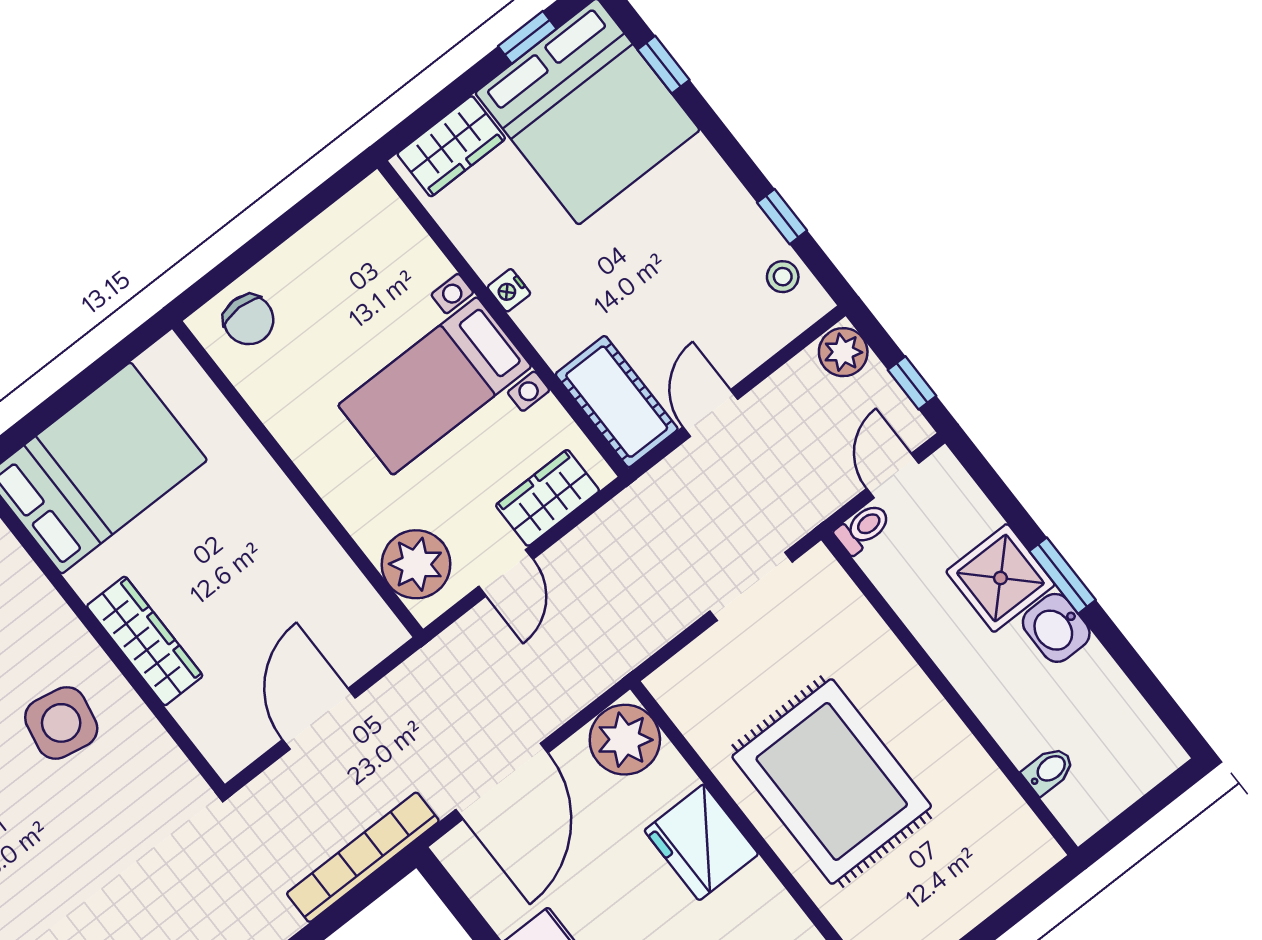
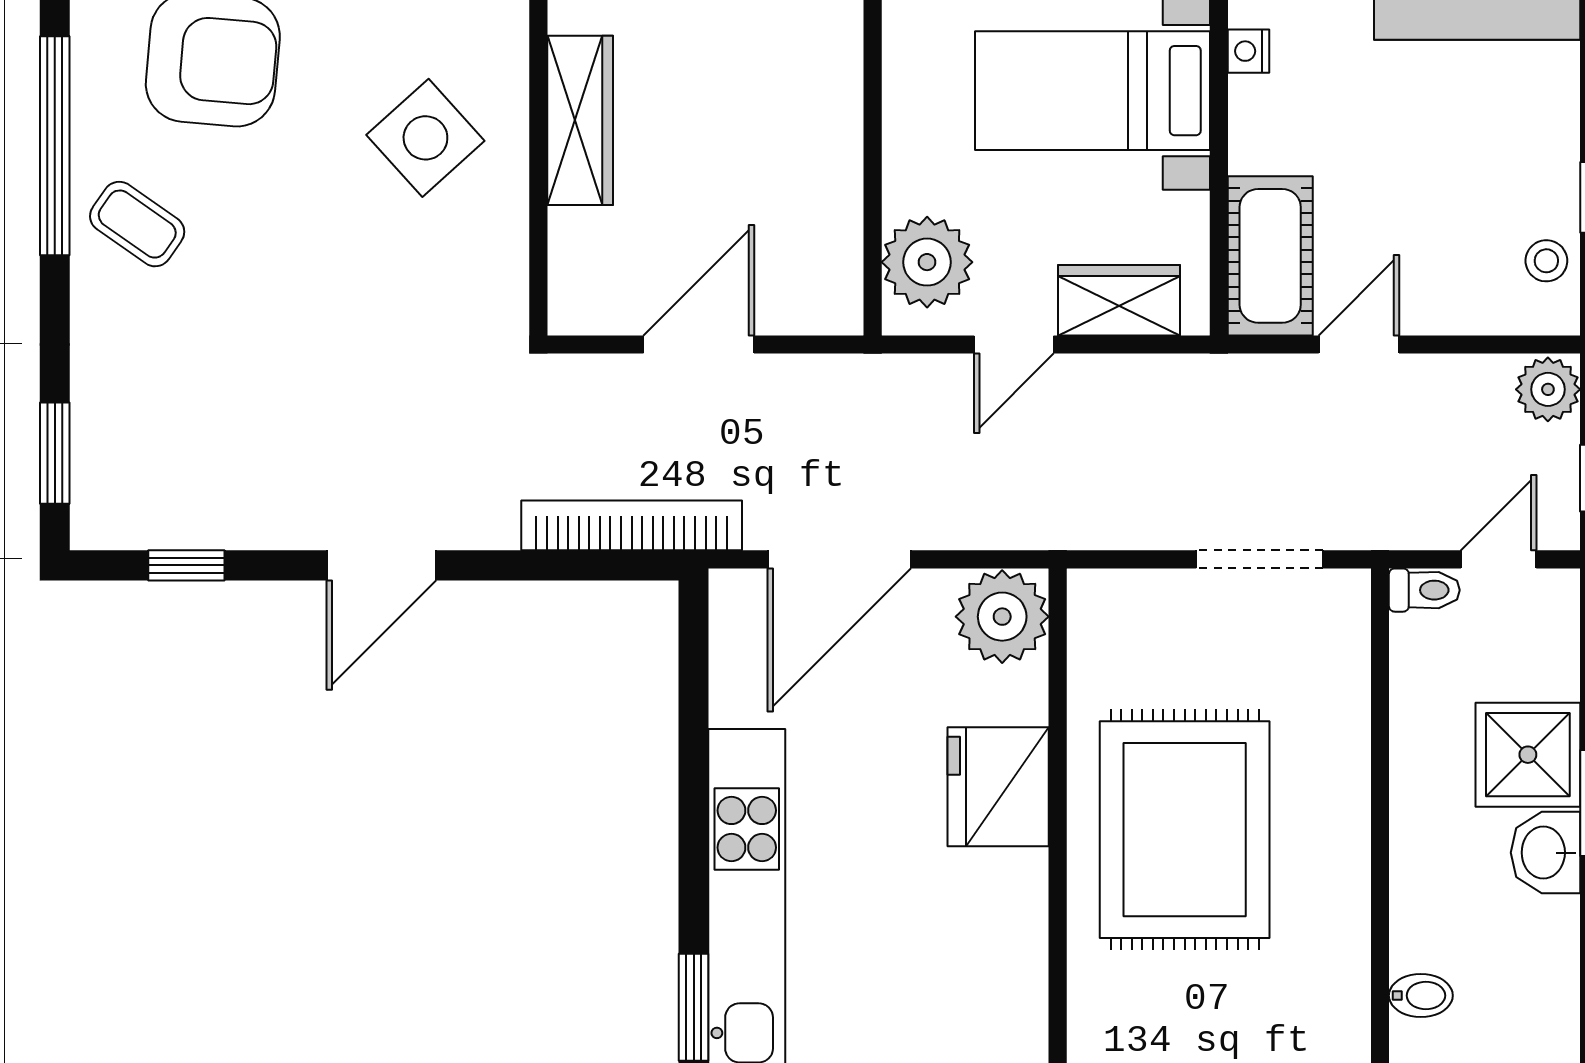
side table: (61, 723) -> (425, 138), turned 37

